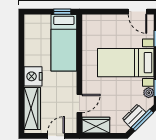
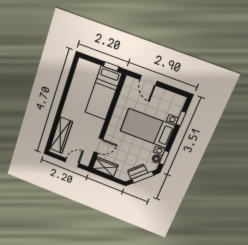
door: (138, 12) -> (148, 80), moved
nightstand: (33, 76) -> (70, 111), removed

